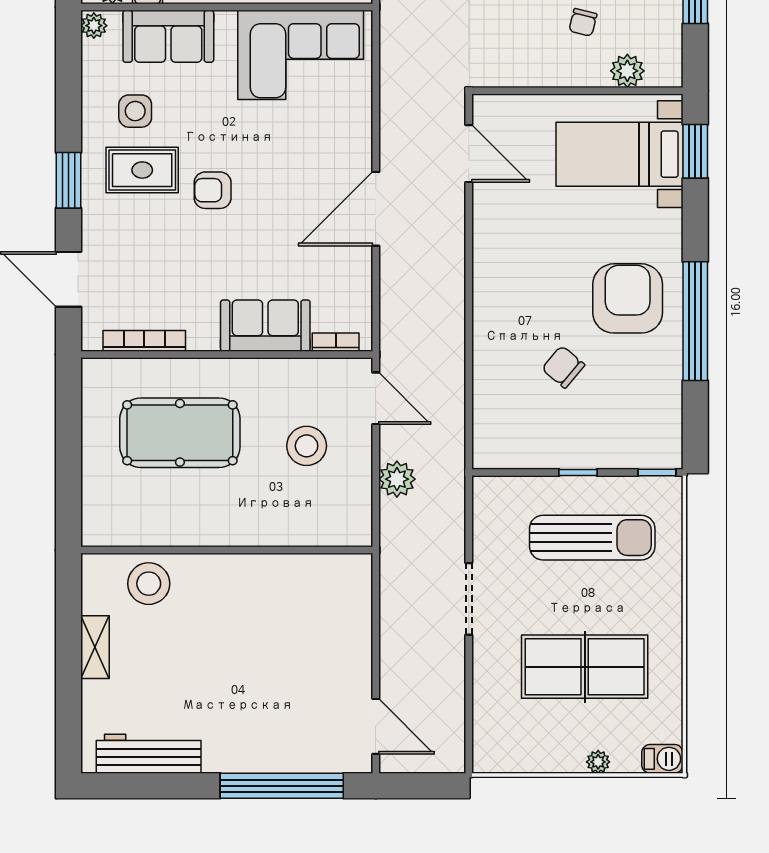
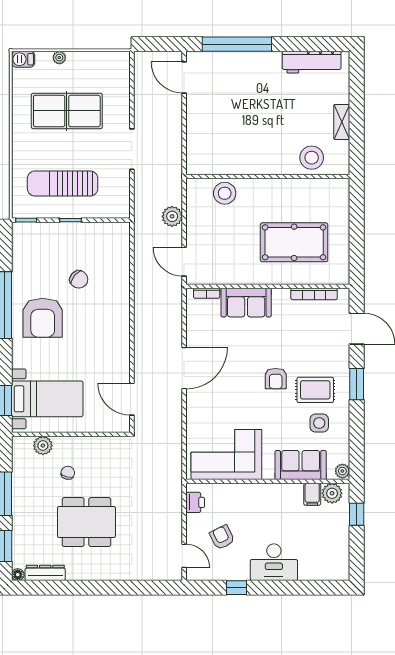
armchair: (213, 190) -> (276, 379), turned 90
stool: (307, 446) -> (225, 193), moved

